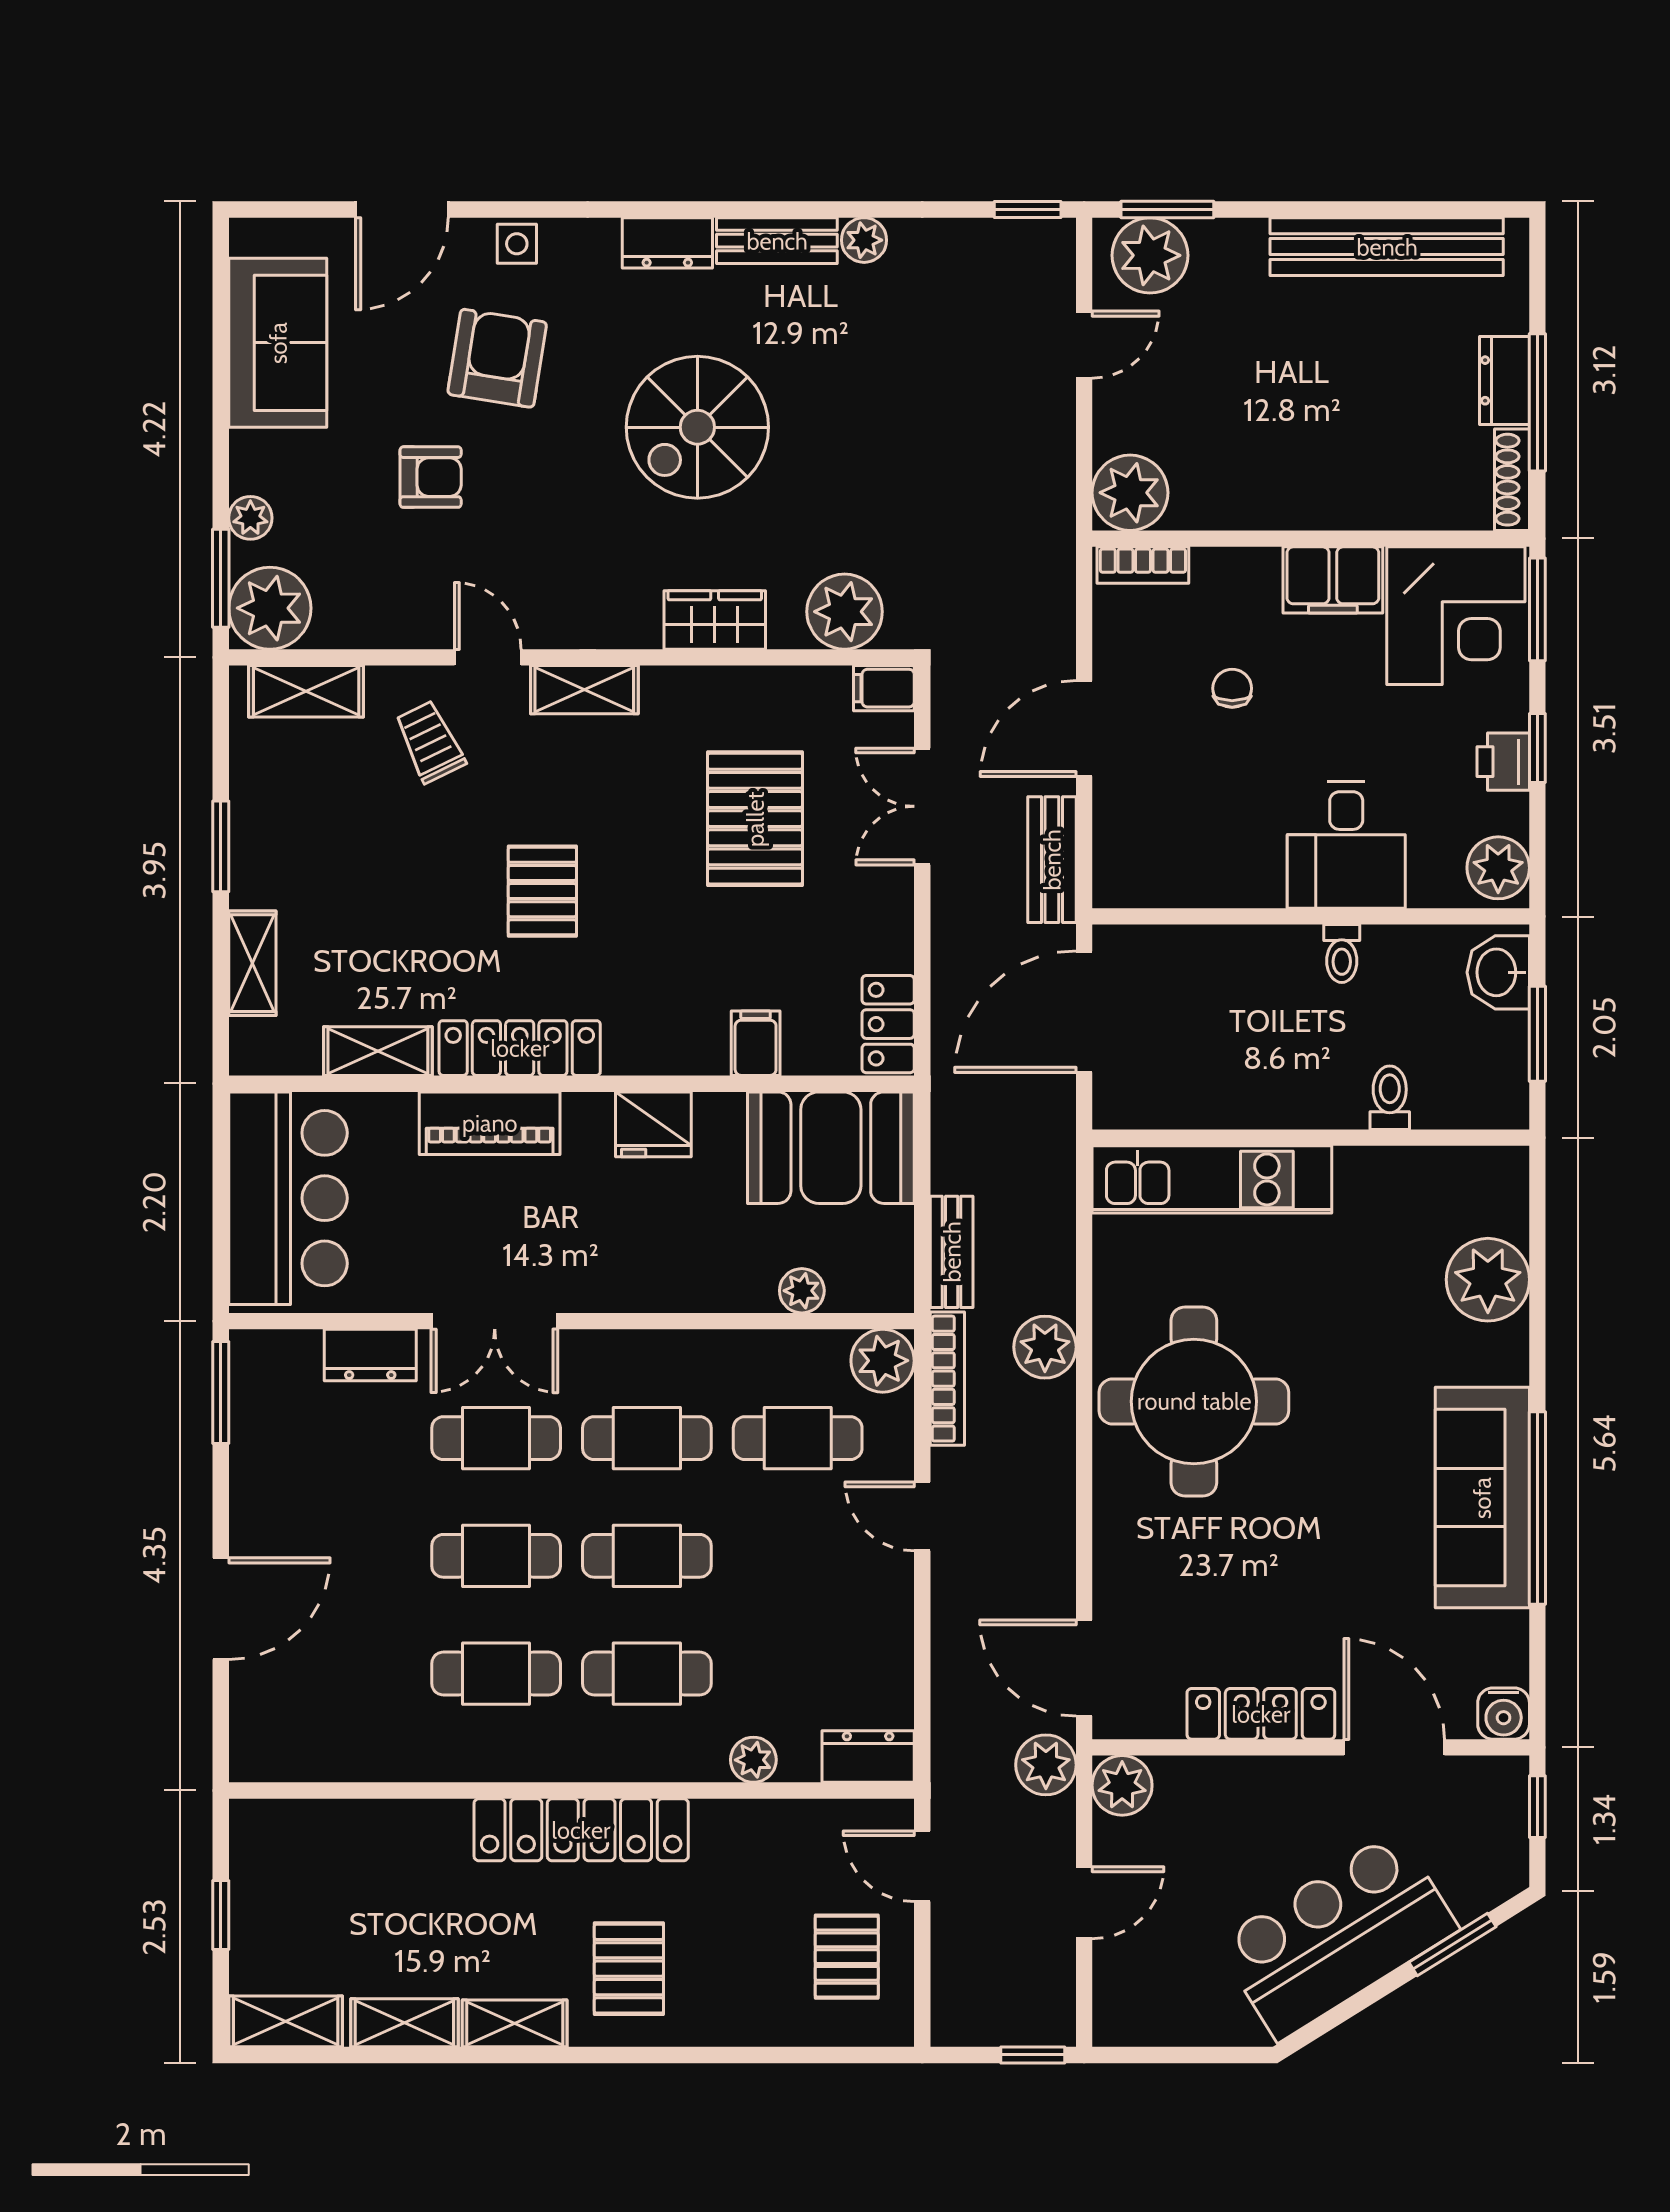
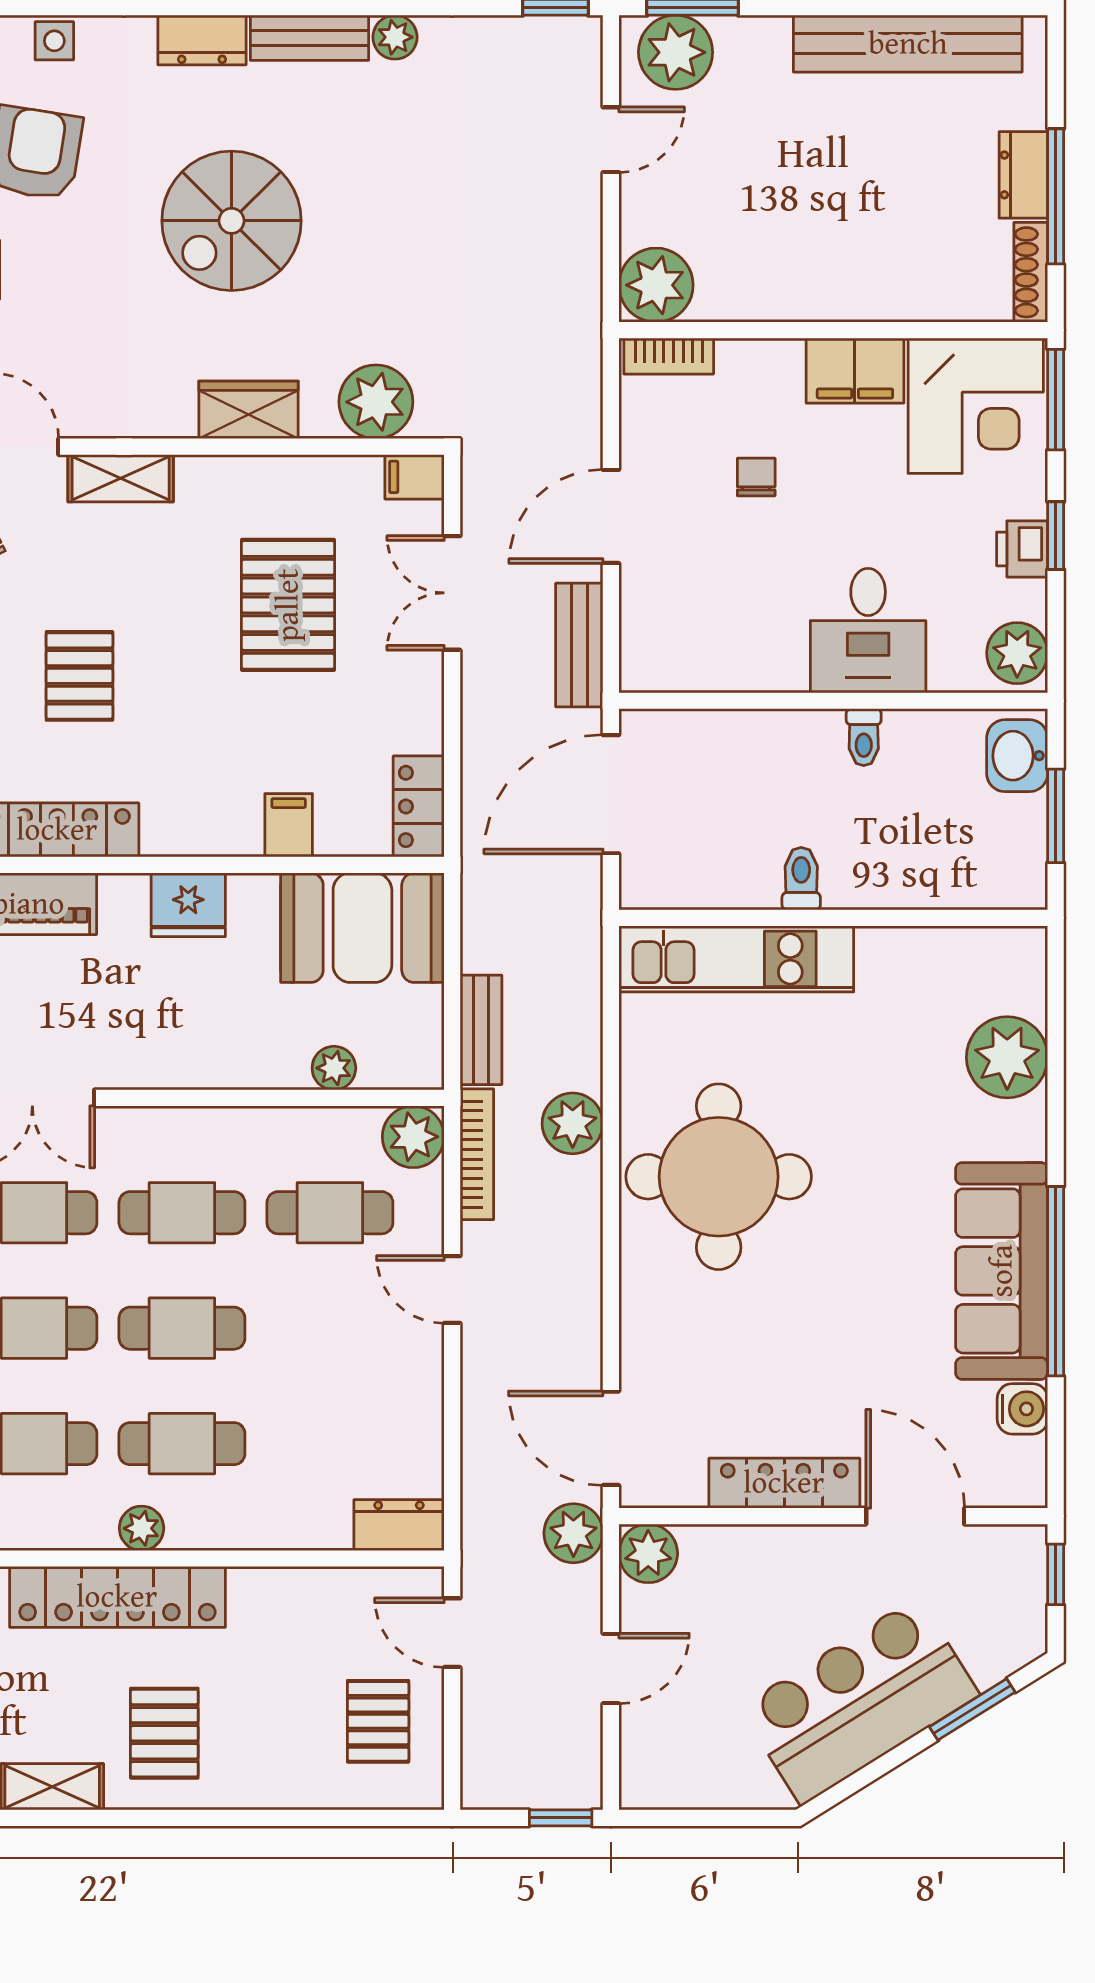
toilet: (1390, 1098) -> (801, 879), moved
water cooler: (1504, 1714) -> (1022, 1409), moved, turned -90
plant: (753, 1760) -> (142, 1528), moved

